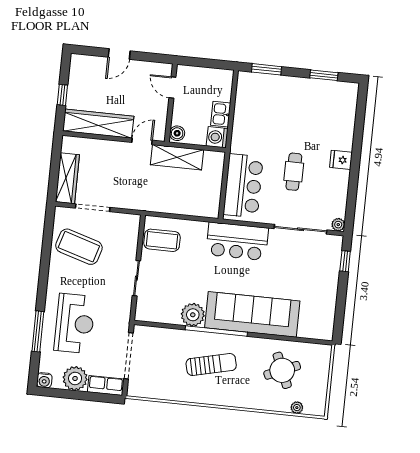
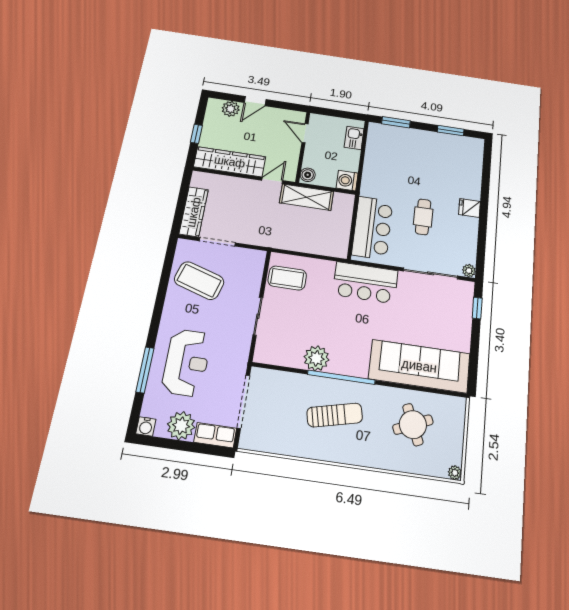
plant: (95, 65) -> (231, 109), added
kitchen sink: (221, 114) -> (354, 138), moved
sofa: (252, 314) -> (419, 366), moved
plant: (297, 408) -> (455, 473), moved

